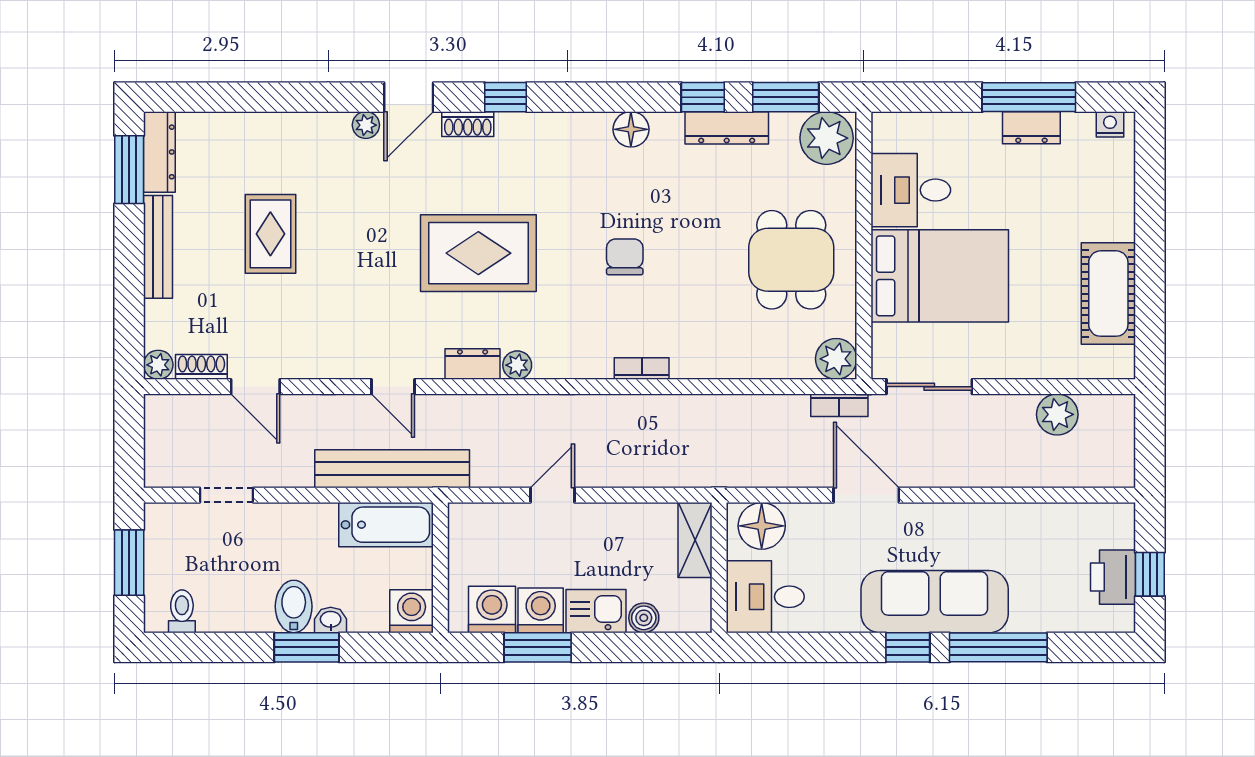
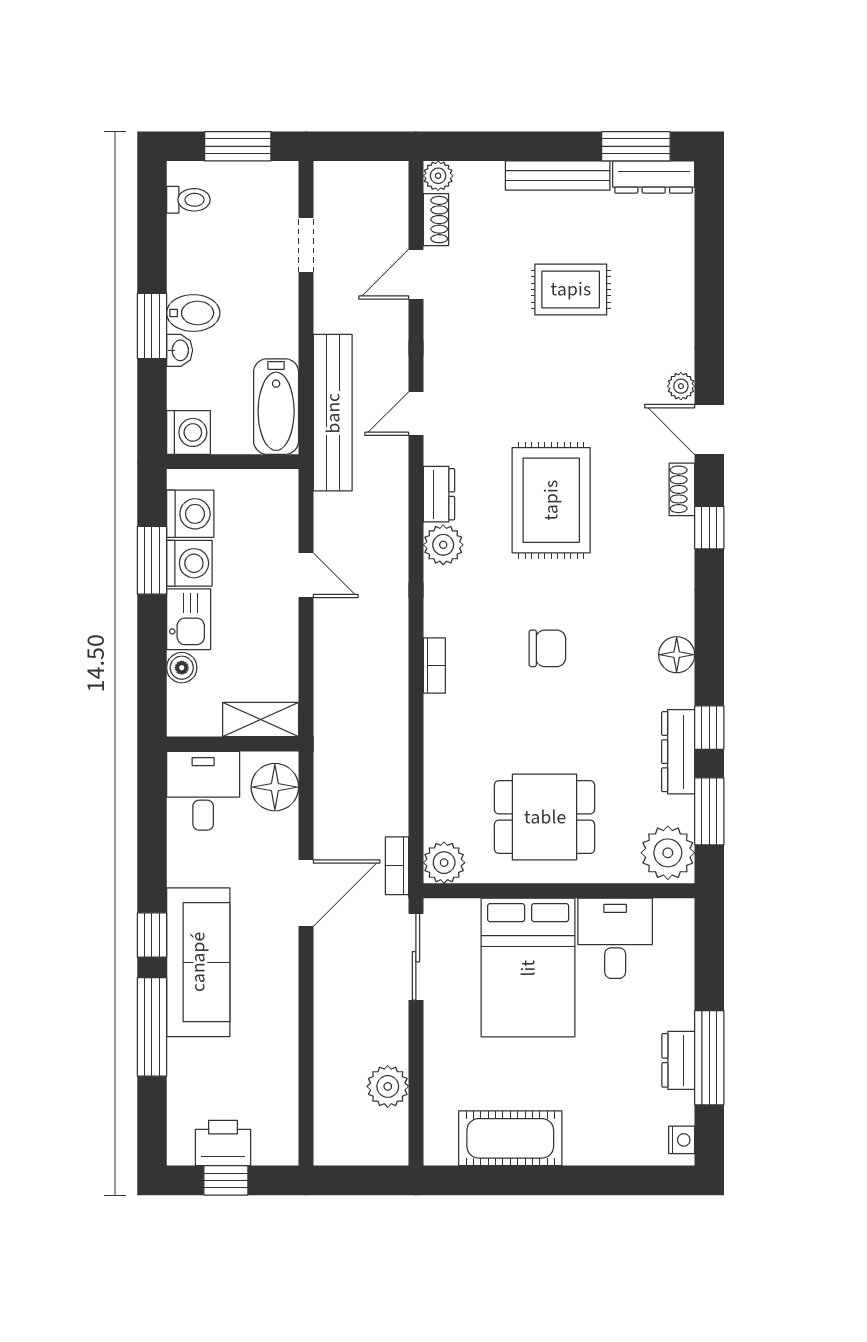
plant: (517, 365) -> (443, 545), width x1.38, depth x1.38

